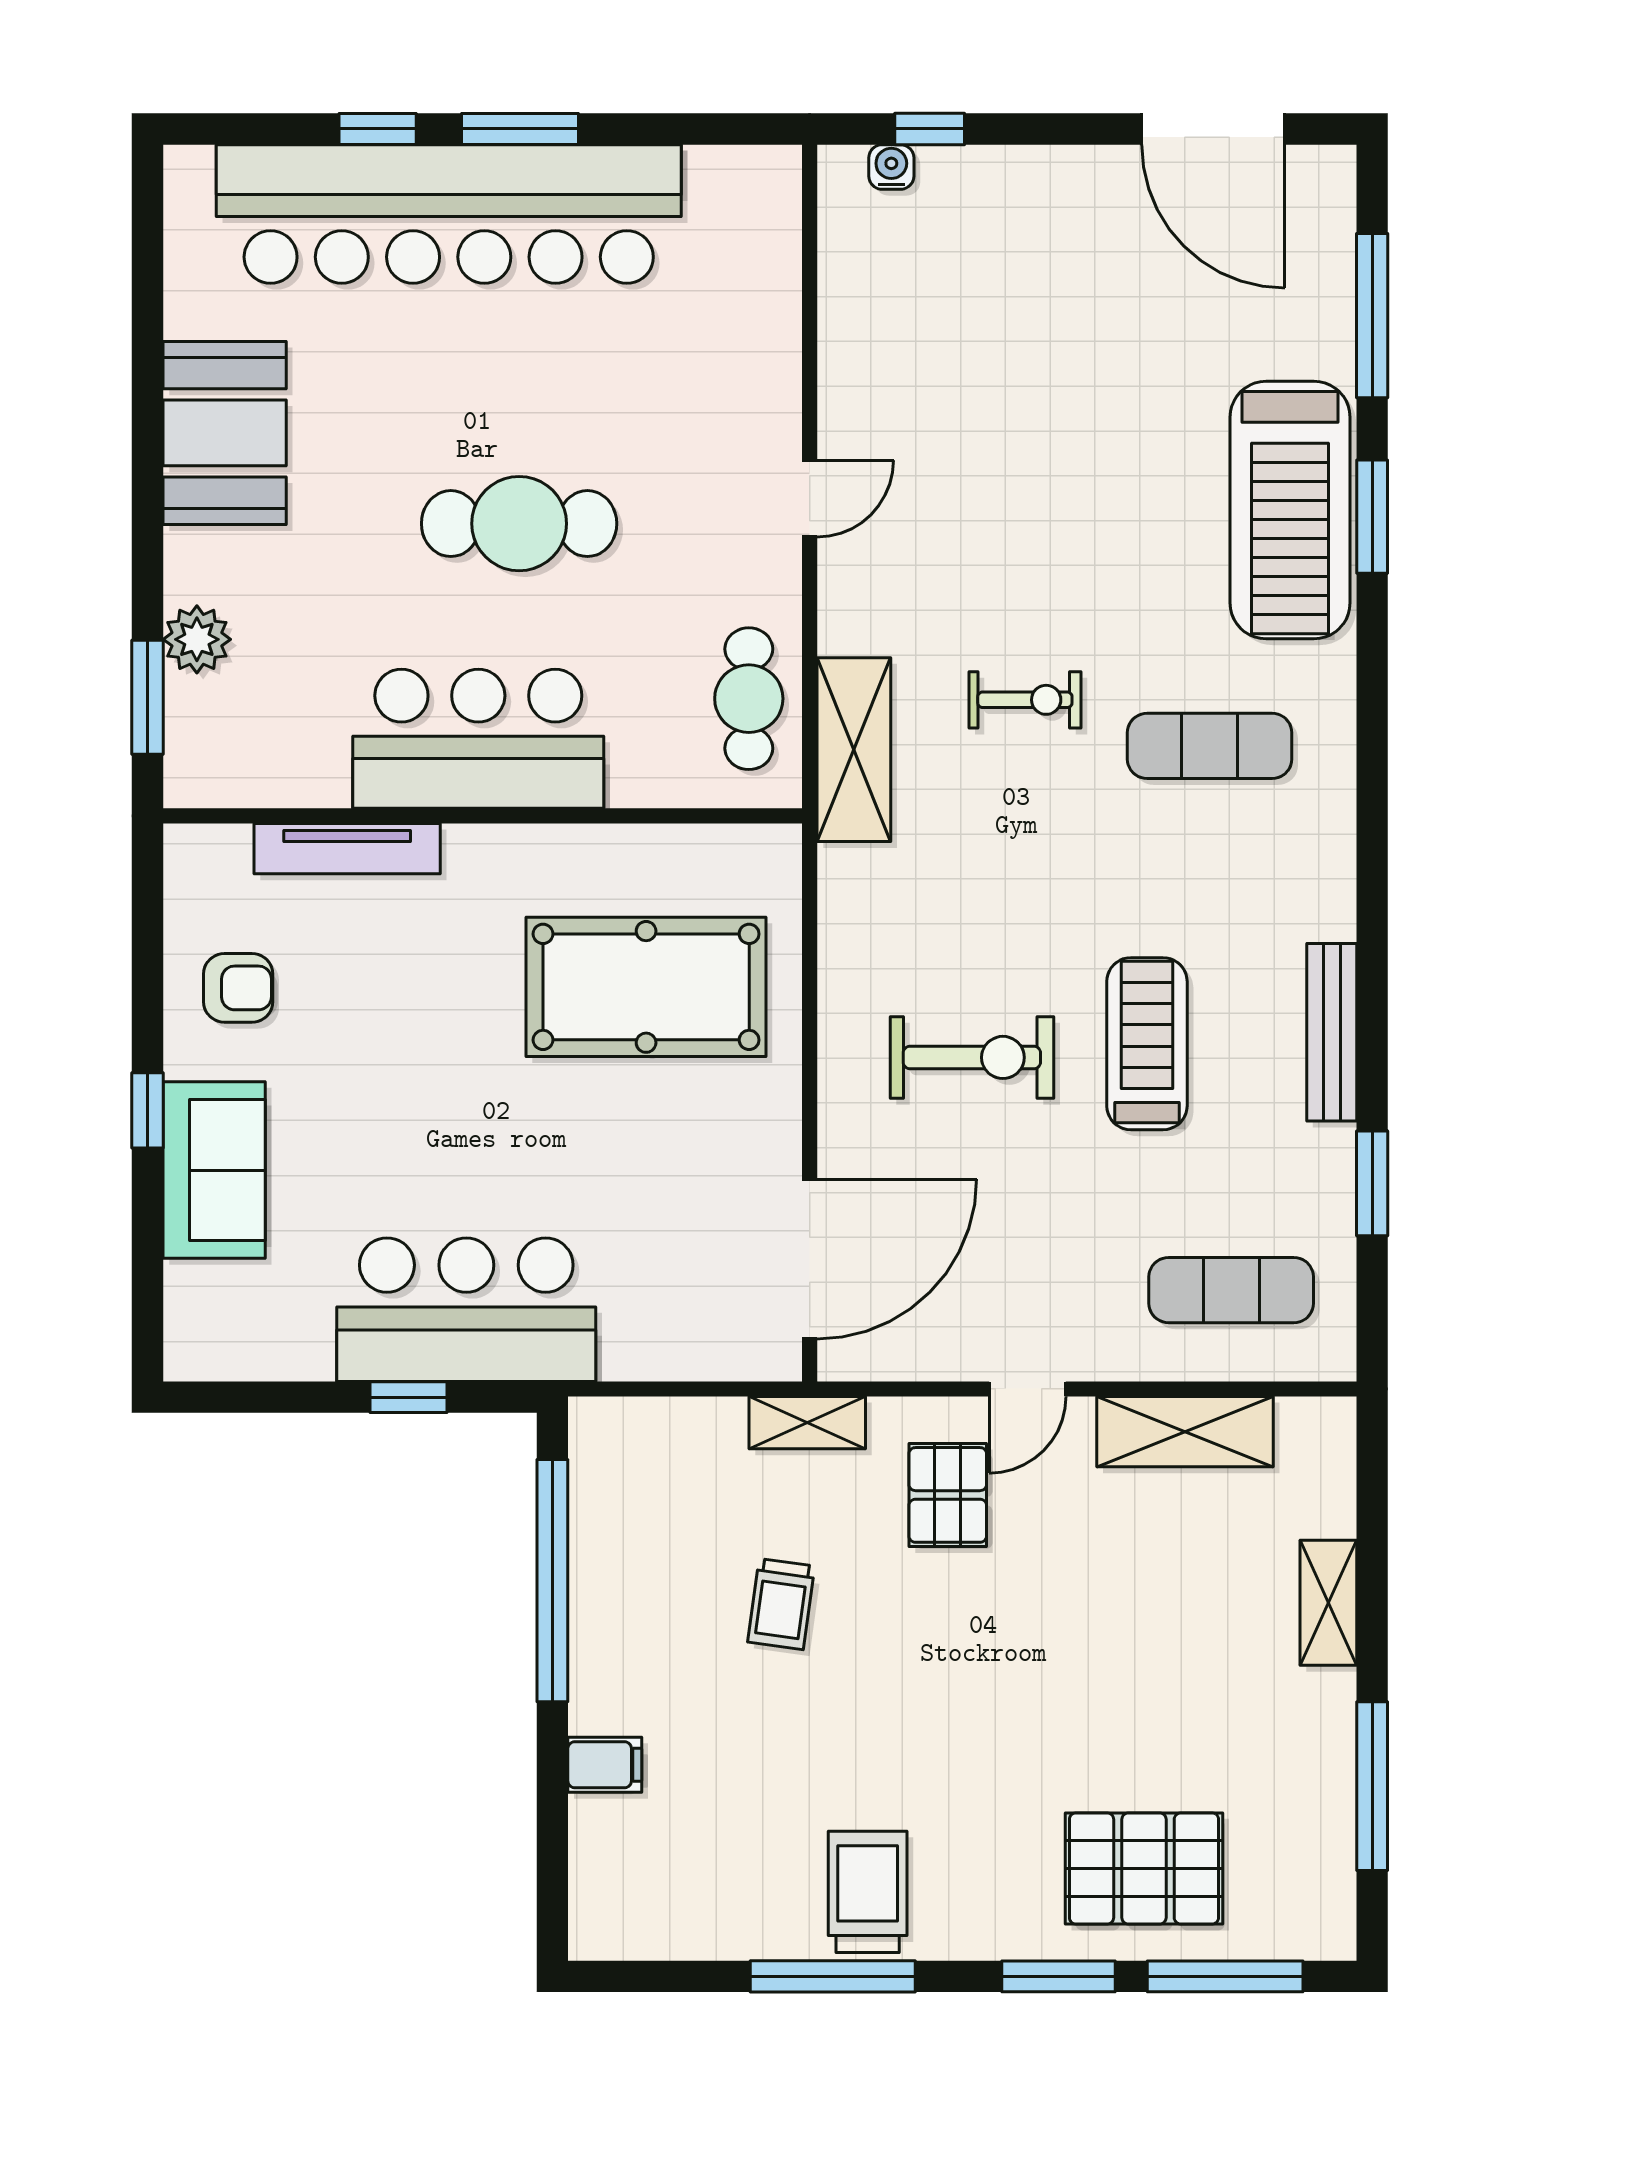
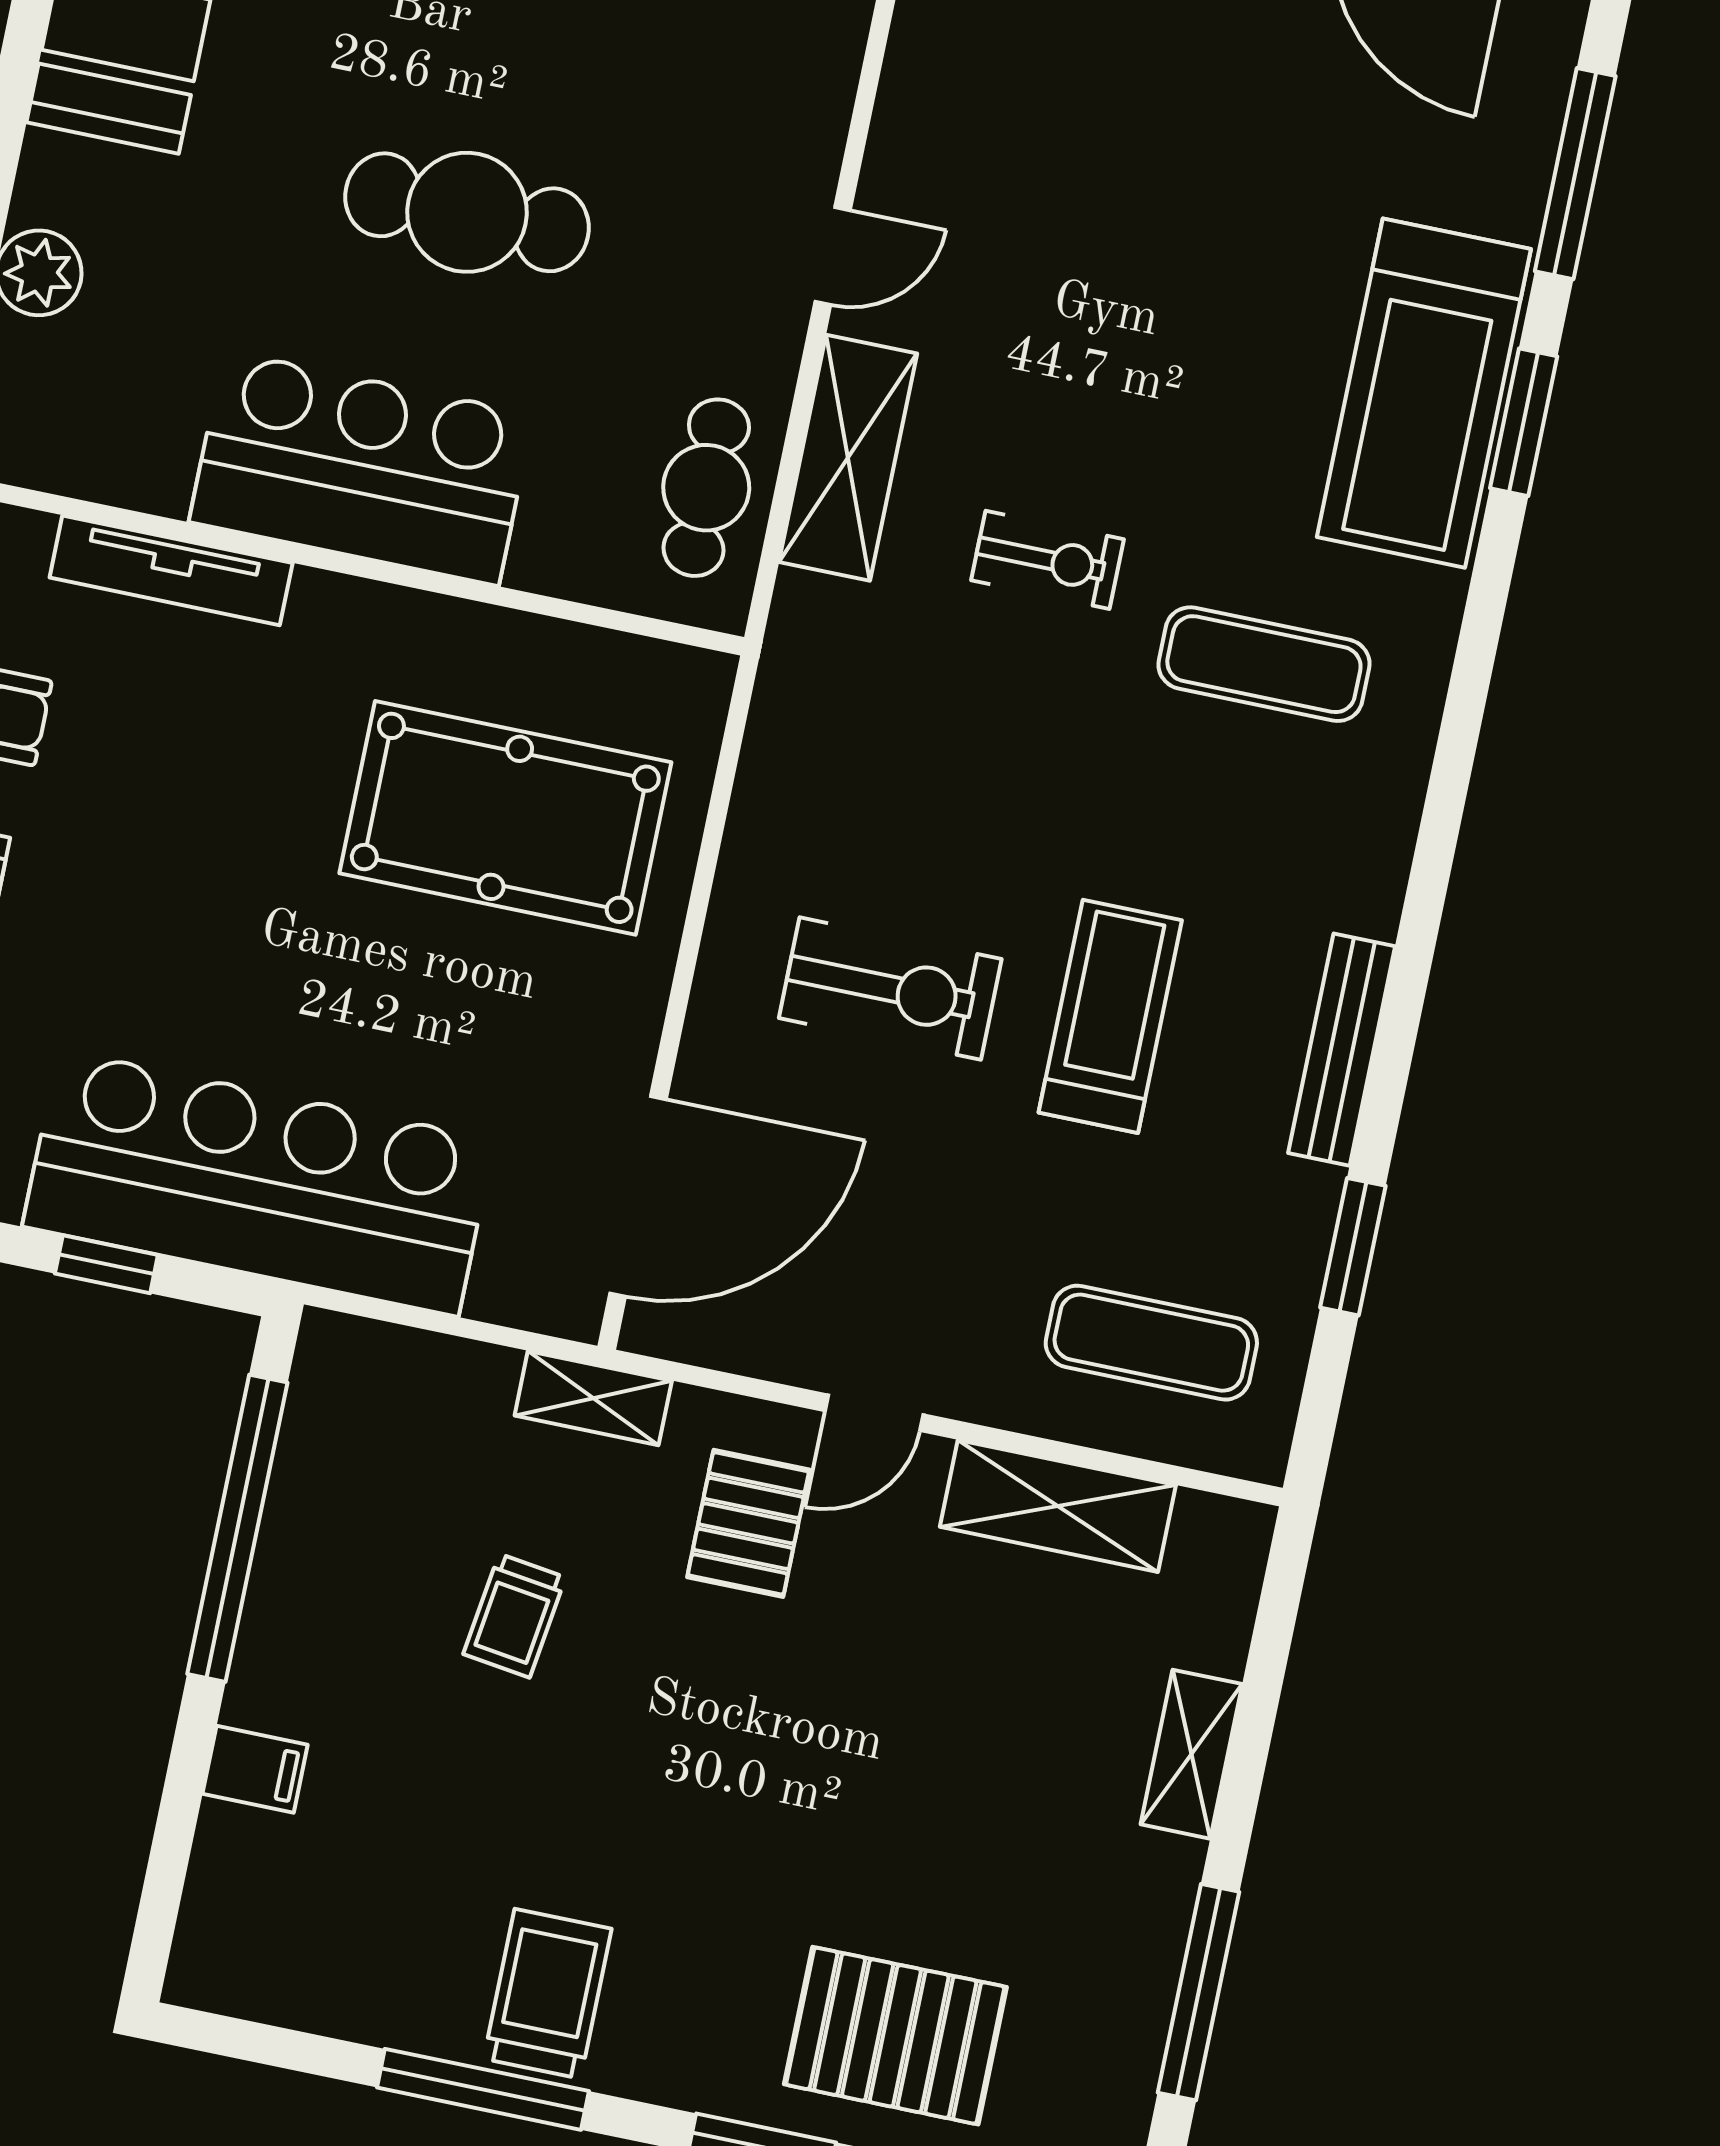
shelving: (854, 750) -> (848, 458), moved
bar counter: (466, 1310) -> (259, 1183), width x1.36

